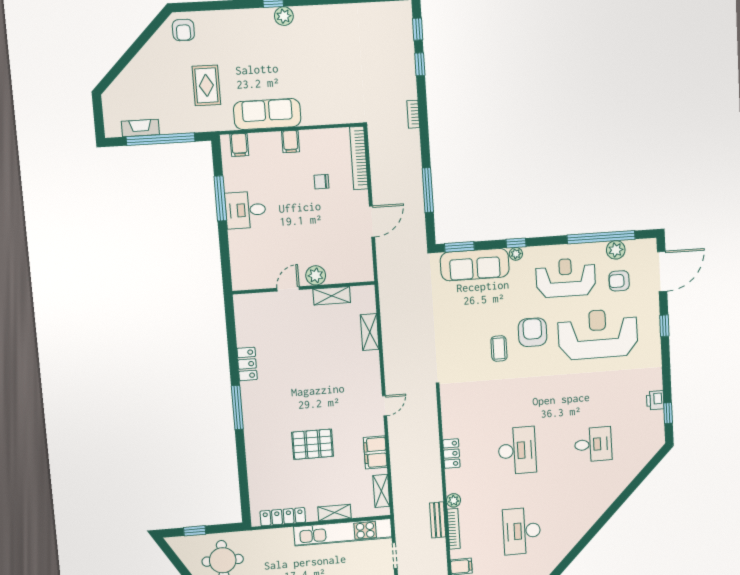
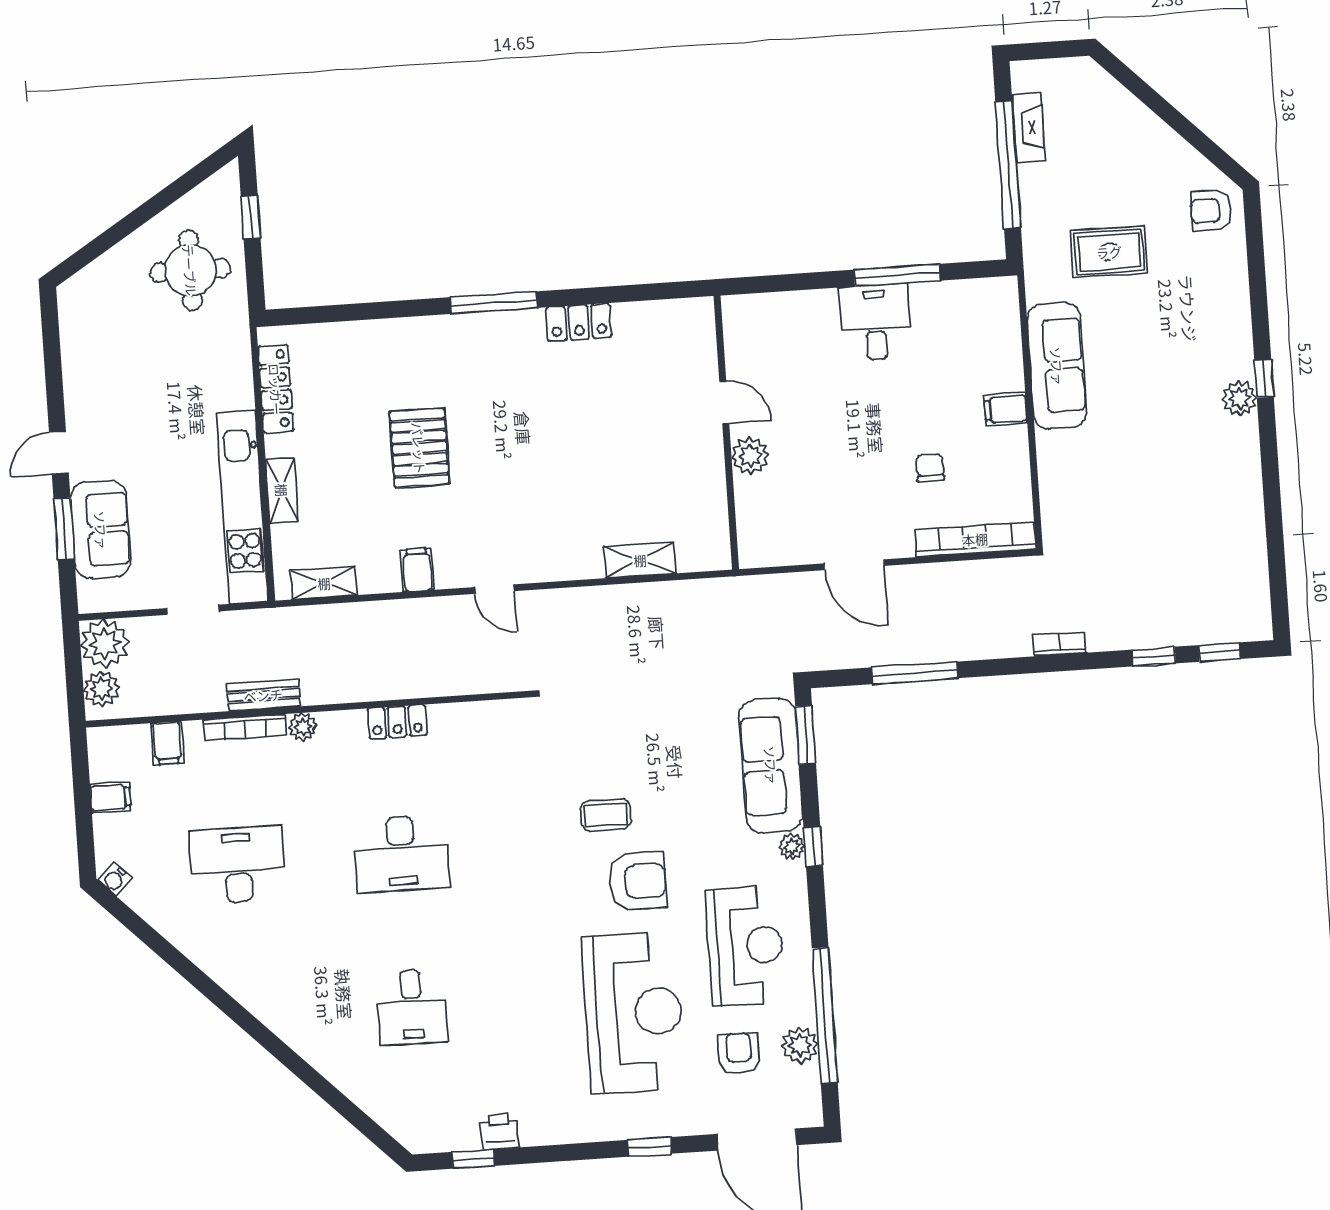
filing cabinet: (239, 145) -> (999, 312), removed
shelving: (332, 296) -> (711, 486), removed
filing cabinet: (375, 452) -> (417, 570), width x0.50

